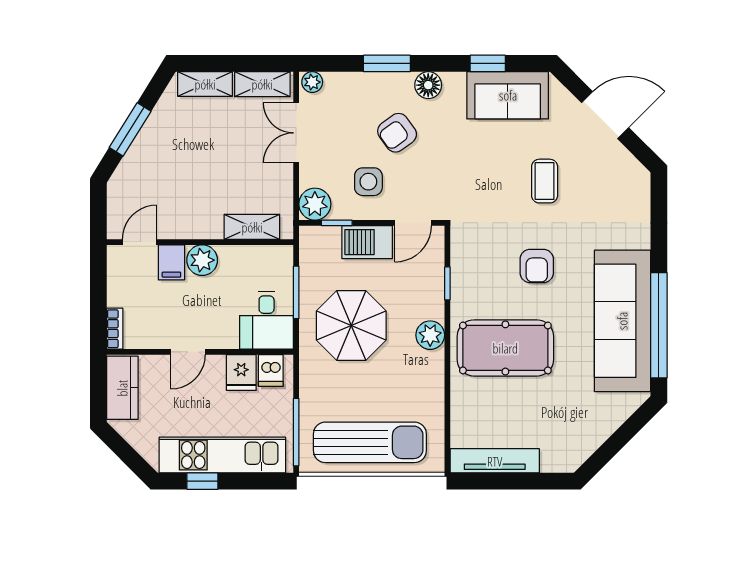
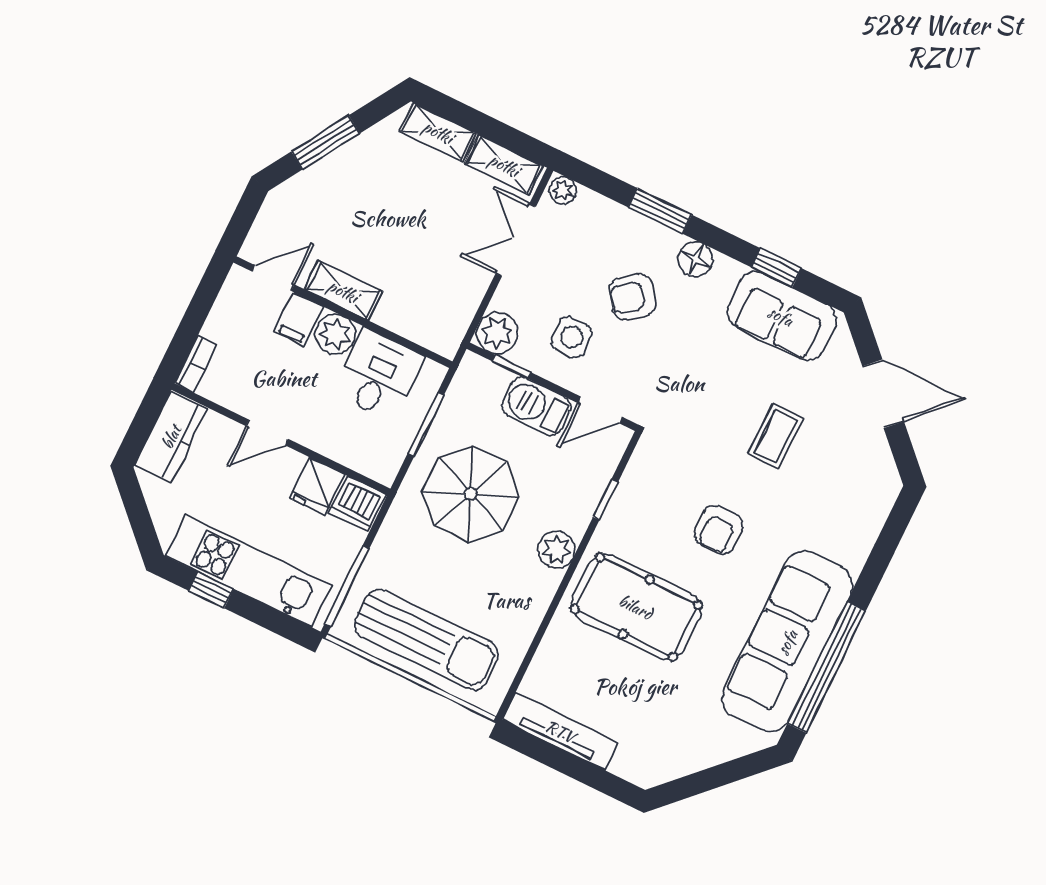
shelving: (252, 227) -> (343, 291), moved
desk: (267, 320) -> (379, 375), moved, turned 180
dishwasher: (271, 371) -> (358, 503), width x1.38

